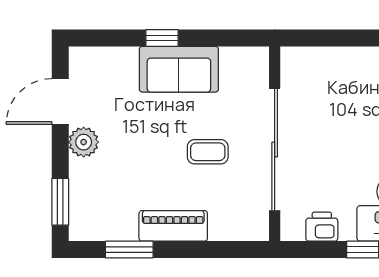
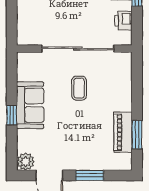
plant: (84, 142) -> (26, 162), moved
window: (60, 202) -> (90, 175), moved
piano: (173, 226) -> (123, 132), moved

